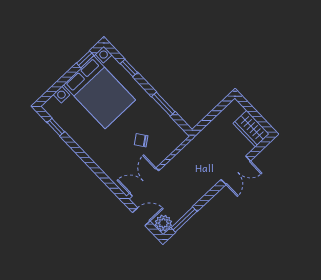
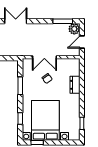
dresser: (104, 162) -> (75, 85), added
double door: (144, 182) -> (44, 57), moved
door: (141, 217) -> (82, 42), hinge flipped

